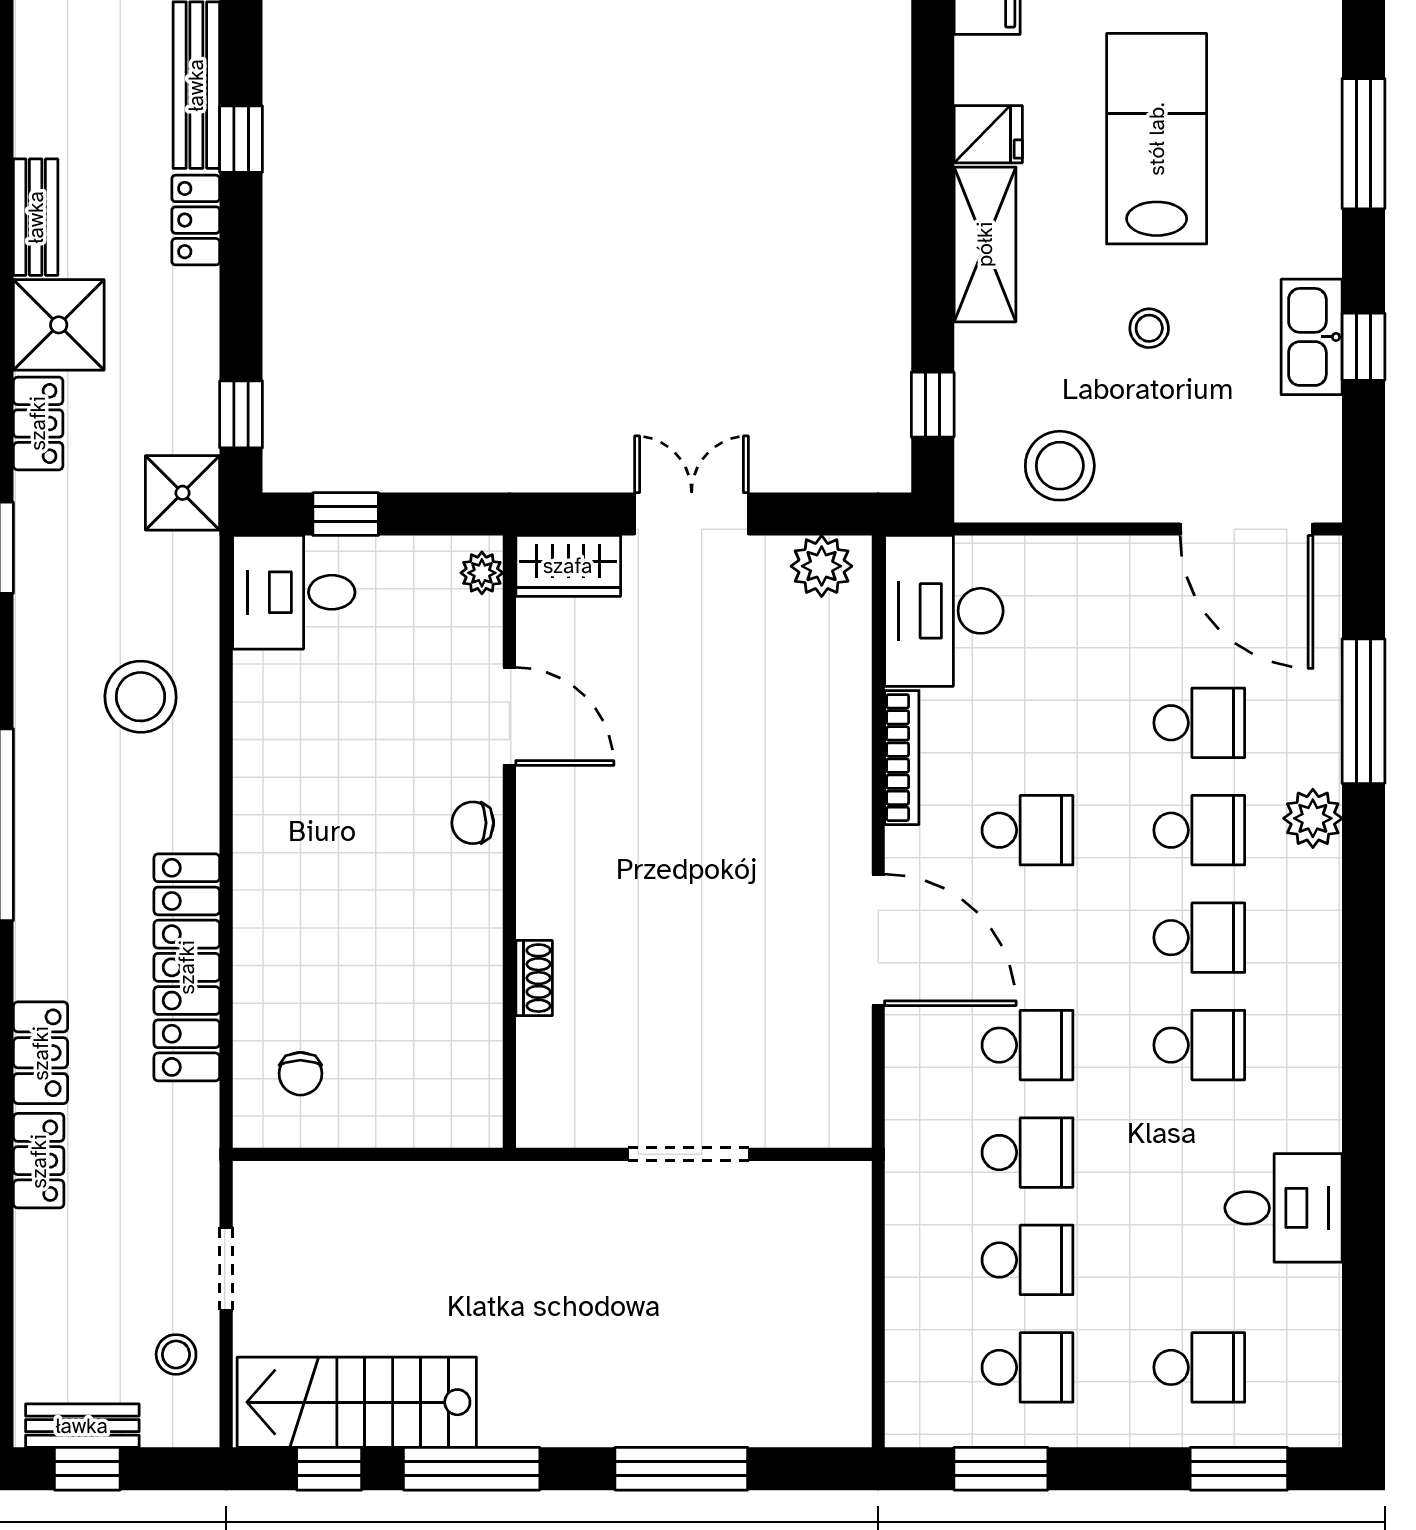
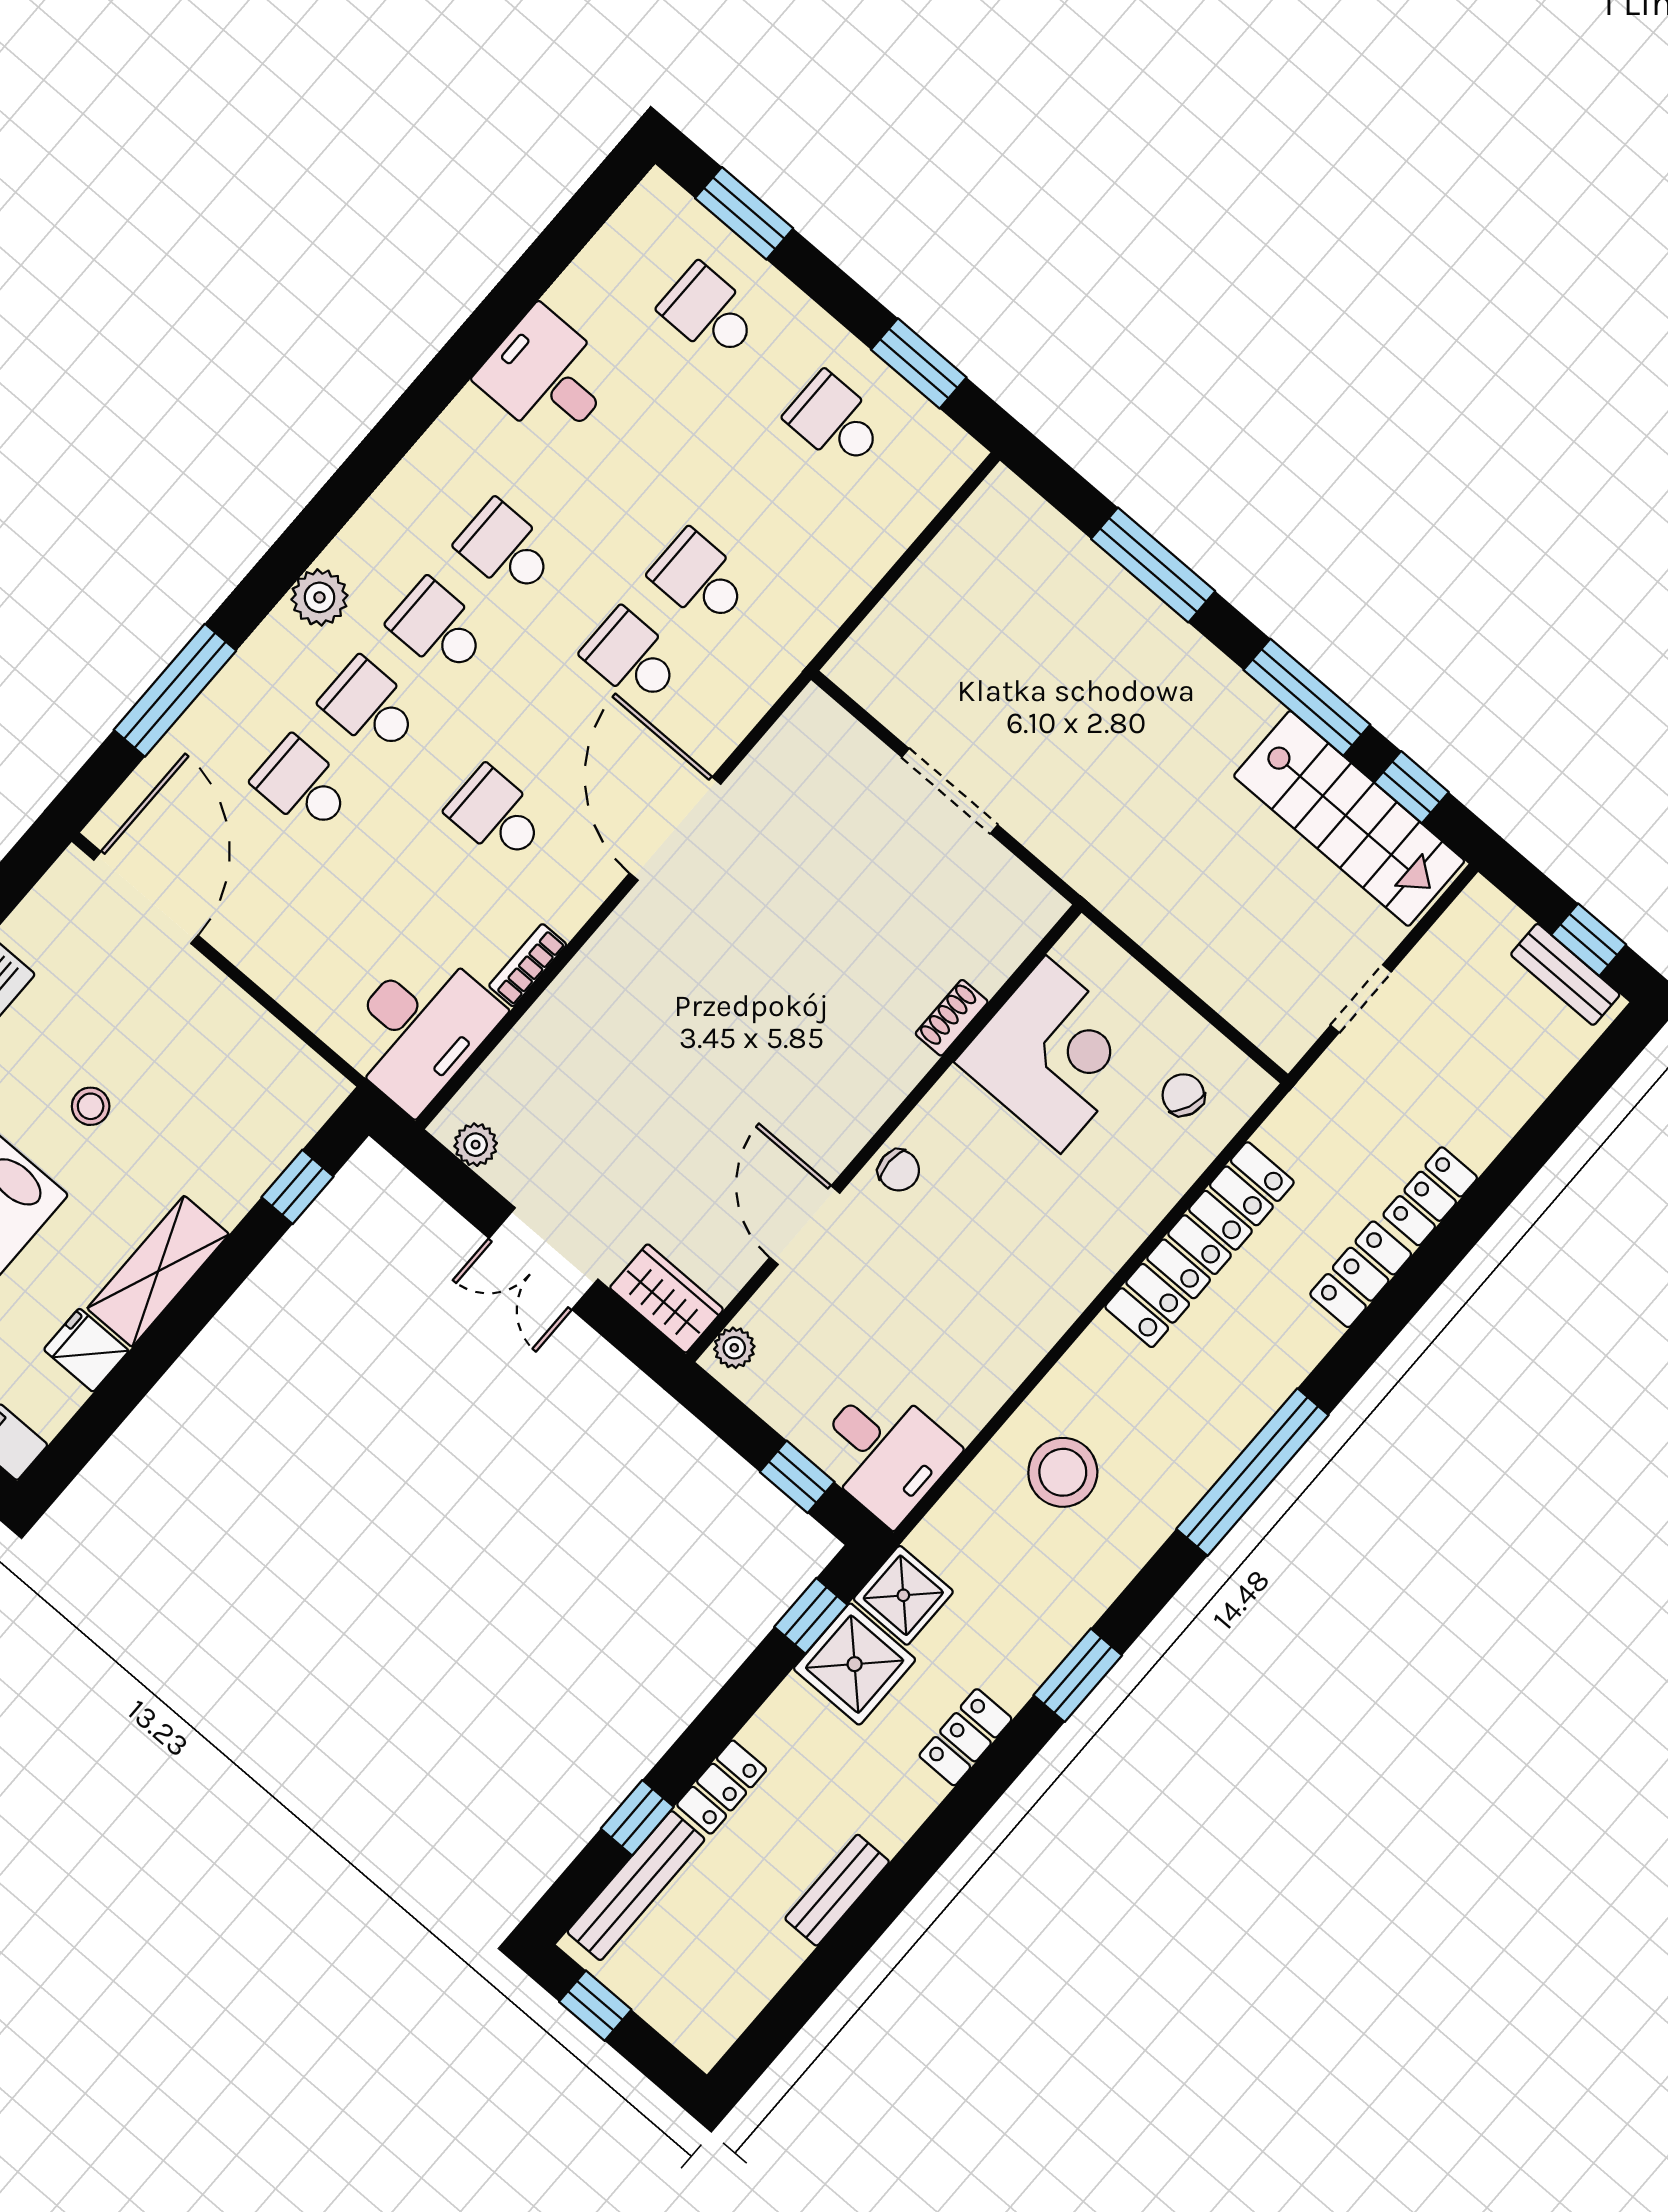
shower: (59, 325) -> (855, 1664), moved
stool: (1060, 466) -> (243, 1062), removed
plant: (822, 566) -> (476, 1145), width x0.73, depth x0.73
bookcase: (902, 758) -> (528, 965), width x0.64
plant: (1313, 818) -> (319, 597), moved
corner desk: (430, 1018) -> (1053, 1054), added
chair: (300, 1074) -> (1183, 1095), turned -68
school desk: (1027, 1260) -> (768, 500), removed
stool: (176, 1354) -> (1452, 967), removed

